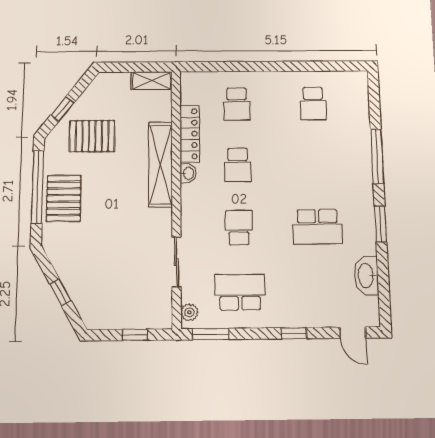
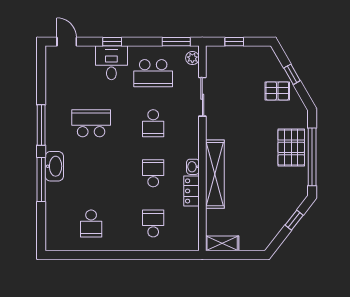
school desk: (313, 104) -> (91, 223), turned 180
locker: (190, 134) -> (191, 191), width x0.66
pallet: (92, 136) -> (277, 91), moved, width x0.67, depth x0.71
window: (380, 224) -> (41, 125), width x1.44
washbasin: (366, 276) -> (54, 166), moved
desk: (294, 305) -> (111, 63), added

